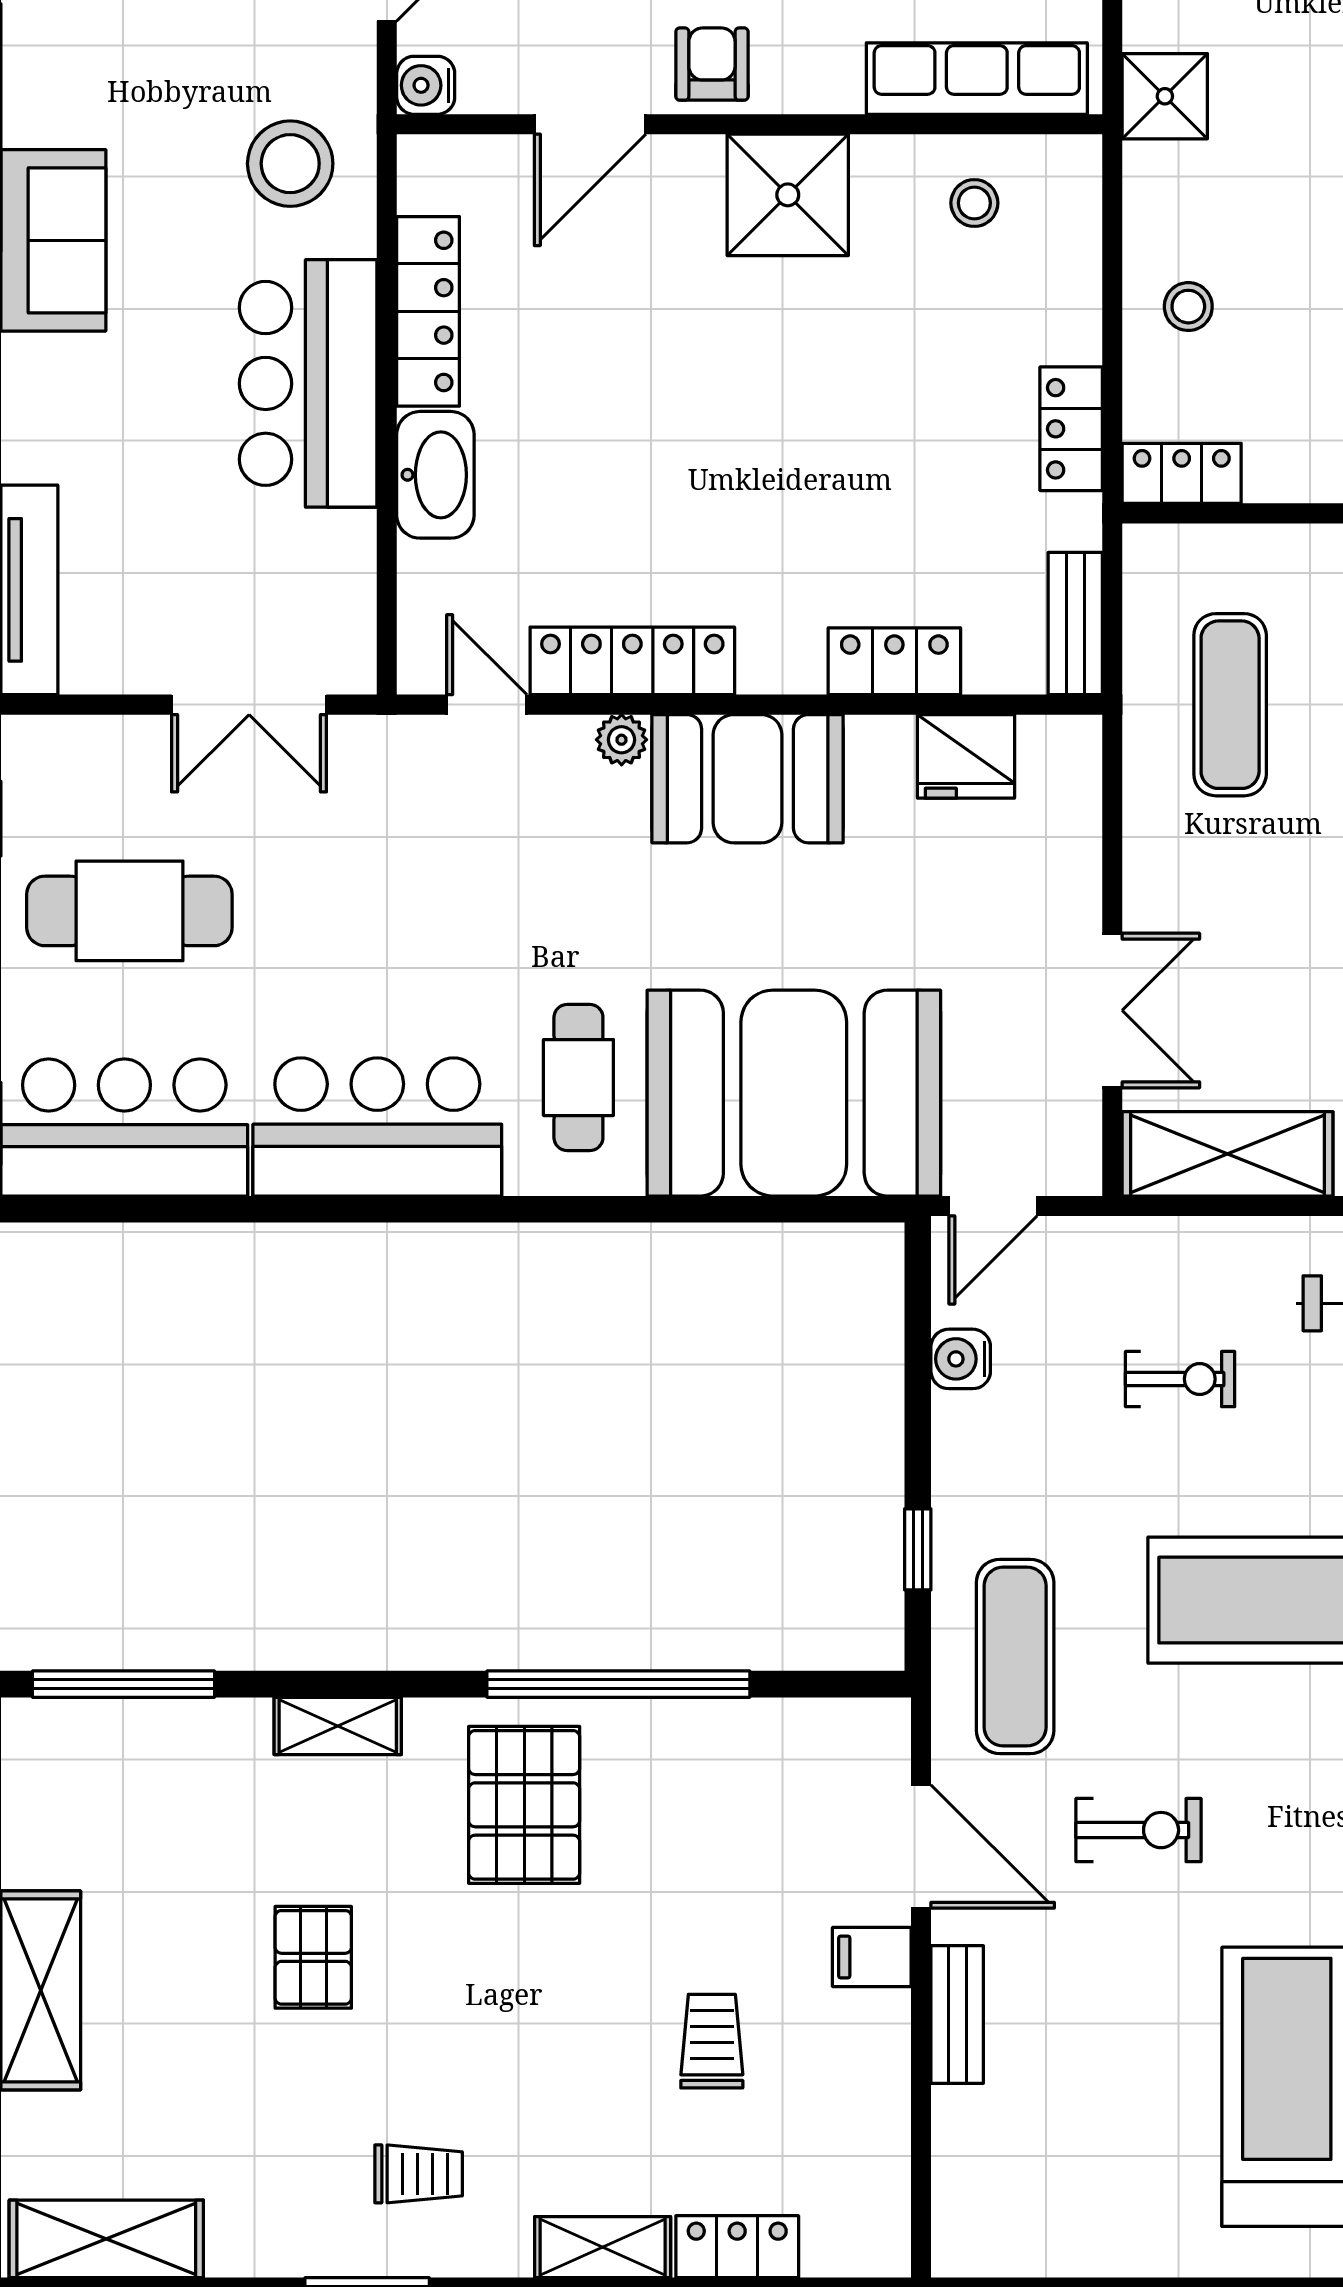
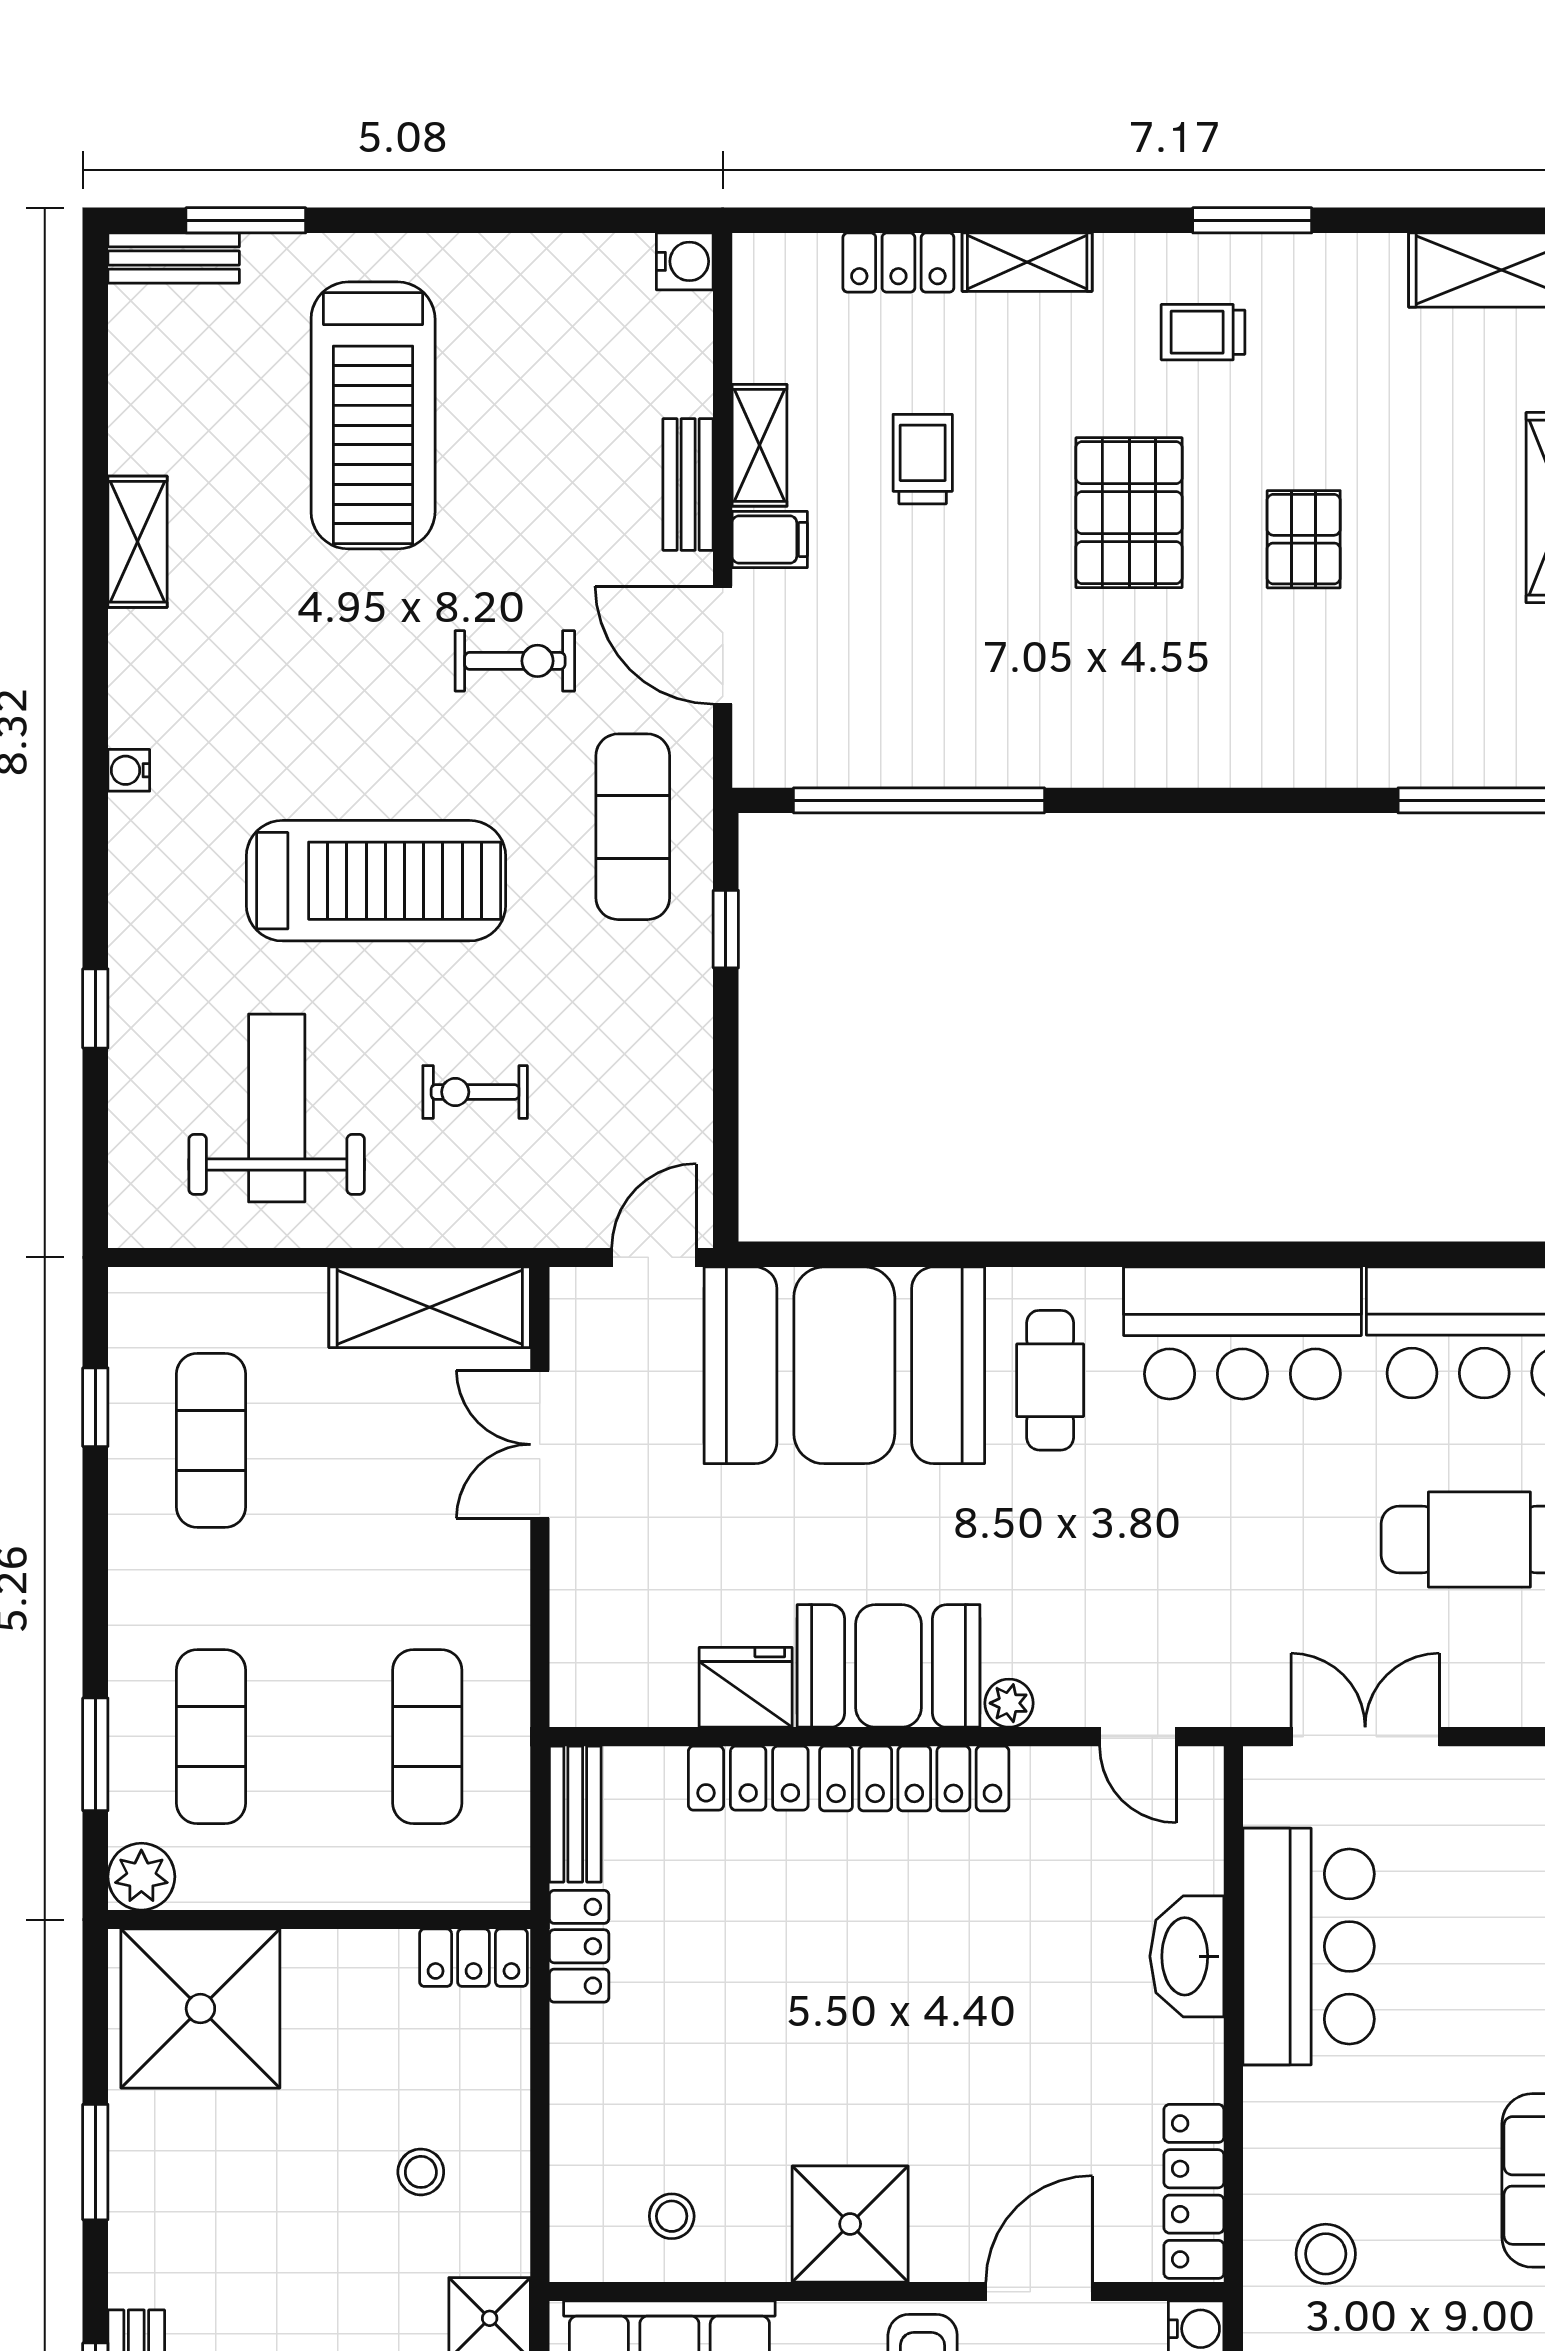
stool: (290, 164) -> (1326, 2254), width x0.73, depth x0.73
stool: (1188, 307) -> (421, 2172), moved
locker: (428, 311) -> (1194, 2191), moved
bar counter: (308, 383) -> (1309, 1946), moved
locker: (1071, 429) -> (579, 1946), moved
locker: (632, 661) -> (914, 1778), moved
fridge: (966, 756) -> (746, 1687), moved
water cooler: (961, 1359) -> (685, 261), moved
window: (618, 1684) -> (919, 800), moved
shelving: (338, 1726) -> (760, 445), moved, turned 90
pallet: (524, 1805) -> (1129, 513), moved
exercise bike: (1138, 1830) -> (515, 661), turned 180
trolley: (712, 2041) -> (923, 459), turned 180

